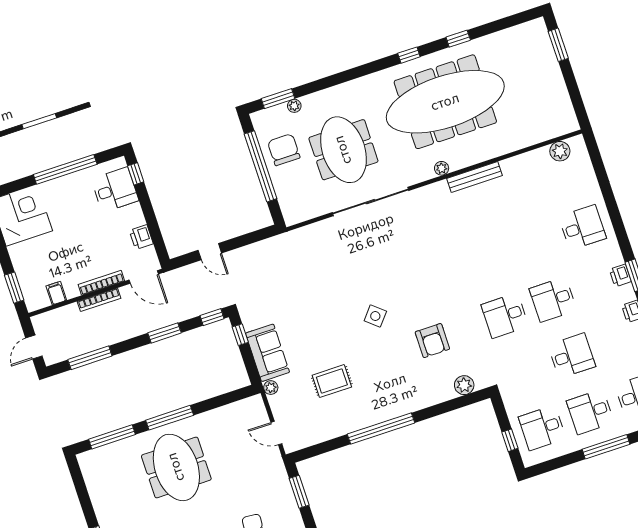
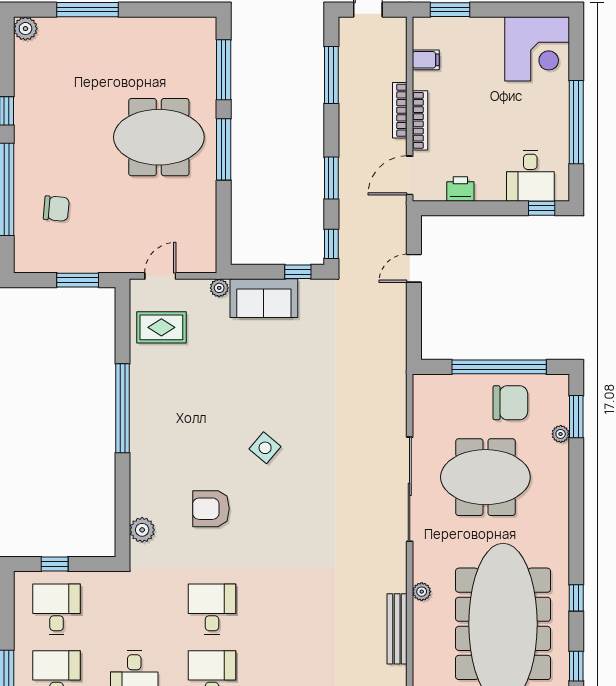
rug: (332, 381) -> (161, 327), moved, turned 90

